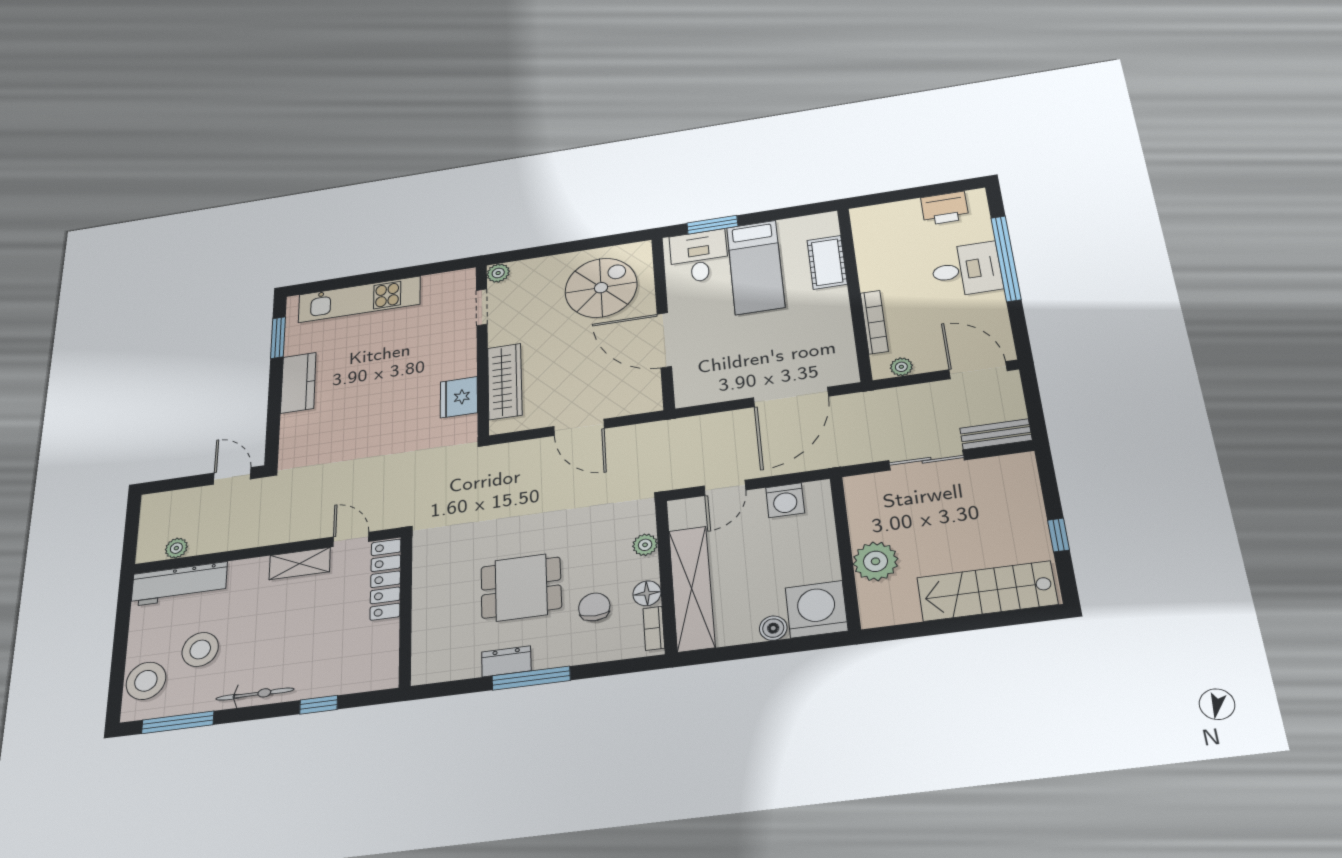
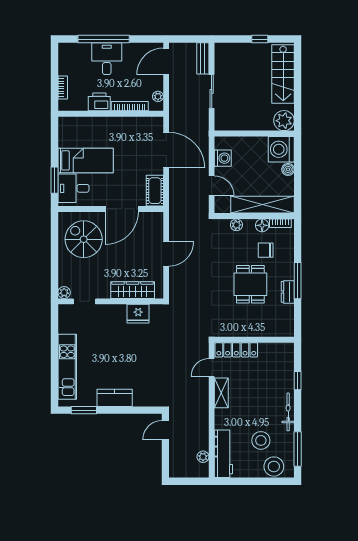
printer: (945, 208) -> (99, 102), moved, turned -90
bookcase: (896, 209) -> (63, 87), added
cot: (827, 262) -> (155, 191), moved, turned 90
plant: (876, 561) -> (284, 121), moved

